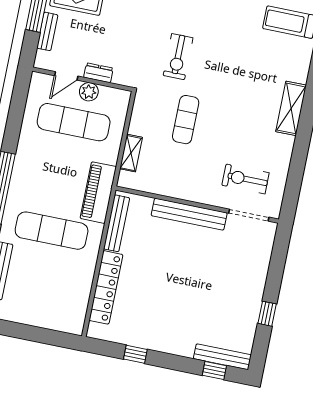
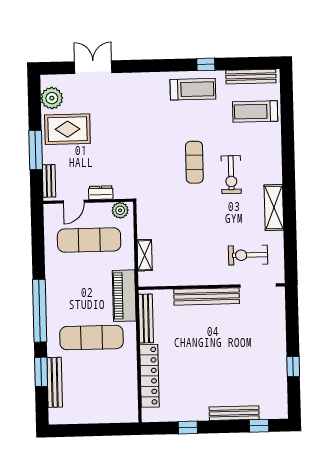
bench: (47, 31) -> (49, 181), moved
exercise bike: (178, 57) -> (231, 175), moved
plant: (89, 92) -> (120, 210), moved
shelving: (291, 108) -> (274, 208), moved
exercise mat: (186, 120) -> (194, 162), moved
bench: (222, 357) -> (234, 413), moved

